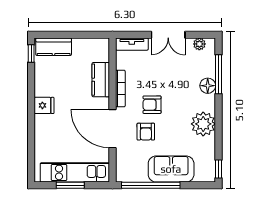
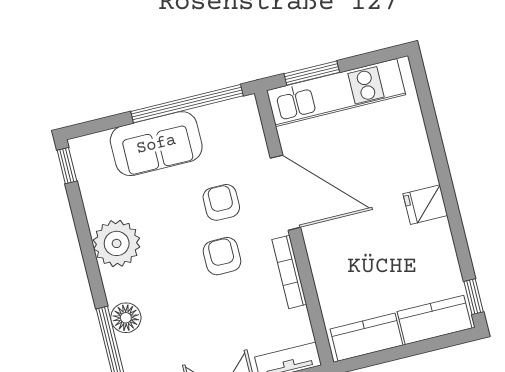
kitchen counter: (101, 80) -> (367, 337), moved, turned -90
armchair: (152, 105) -> (222, 256), turned -90
window: (70, 185) -> (312, 73), moved

